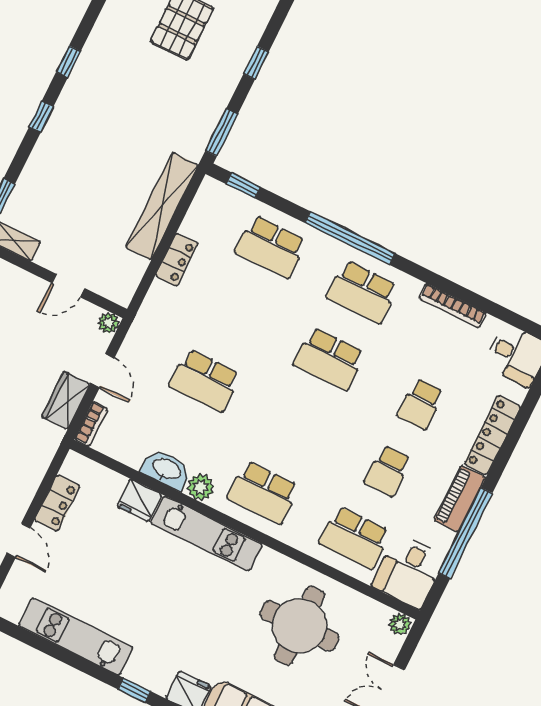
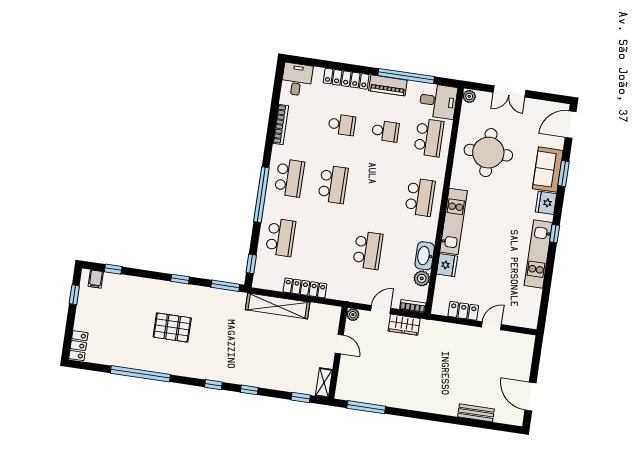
locker: (177, 260) -> (305, 288), width x1.53
plant: (201, 487) -> (422, 278), moved
kitchen unit: (76, 637) -> (538, 254), moved

